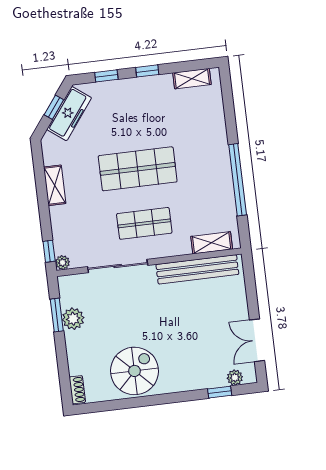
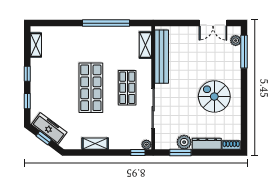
dresser: (75, 353) -> (207, 144), added
spiral stairs: (135, 371) -> (214, 97), moved
window: (220, 392) -> (244, 52), width x2.17

